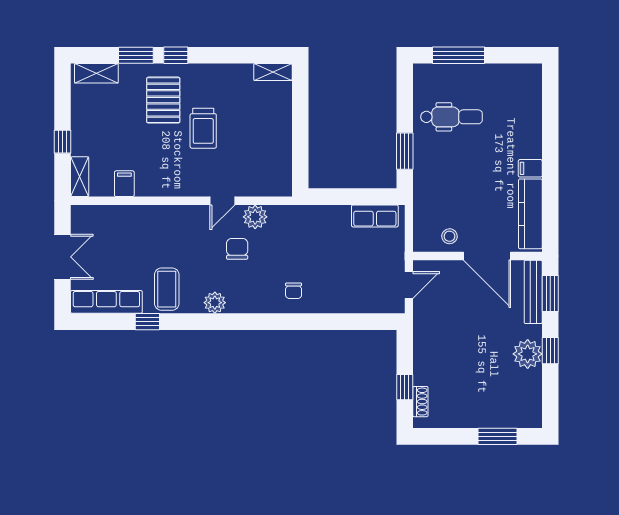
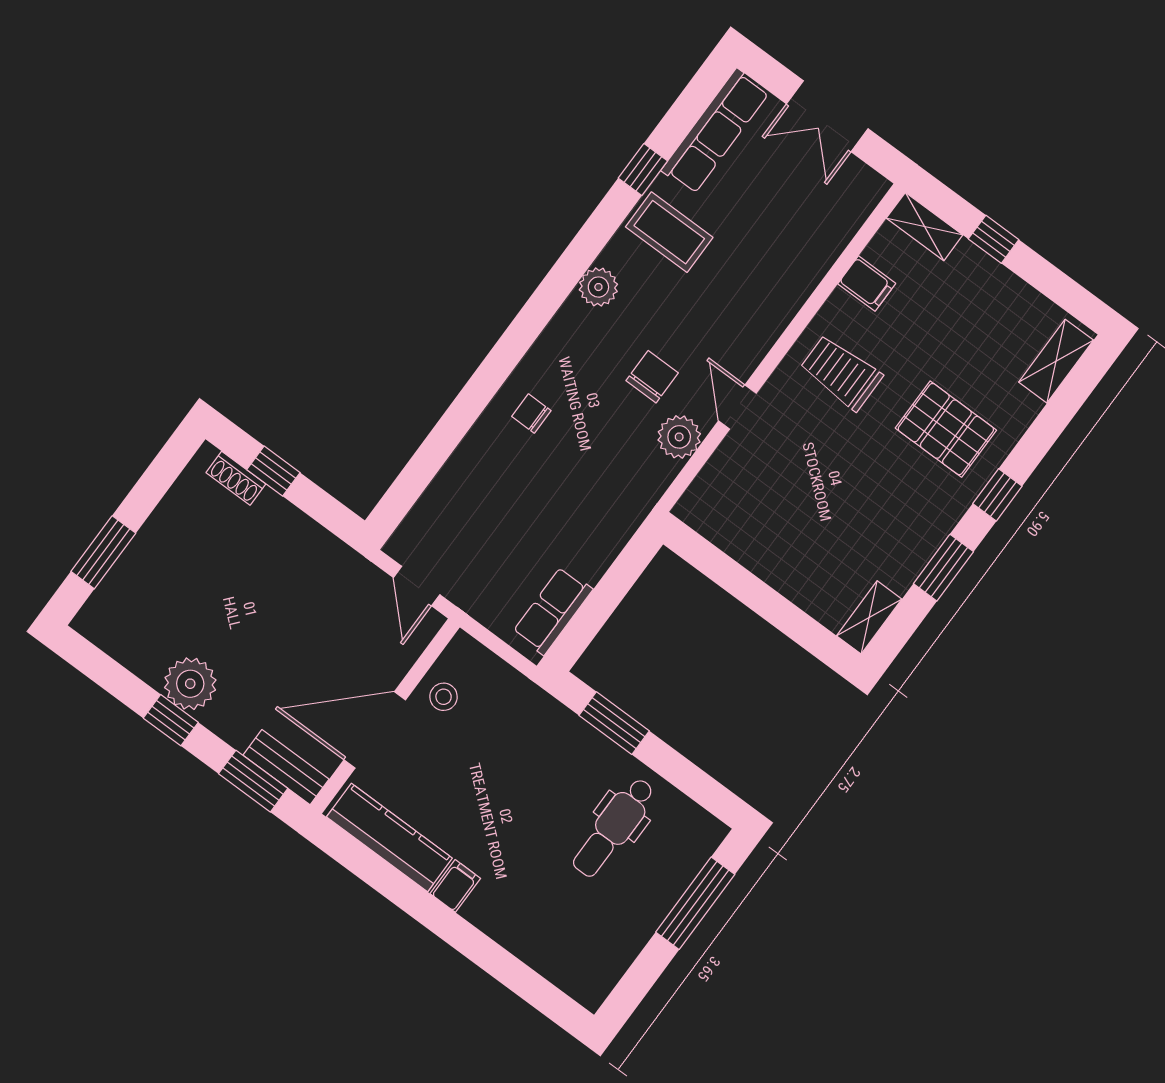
window: (136, 55) -> (943, 568), moved
trolley: (203, 128) -> (841, 373), moved
chair: (237, 249) -> (652, 377), turned -90
bench: (533, 292) -> (286, 767), width x0.73

